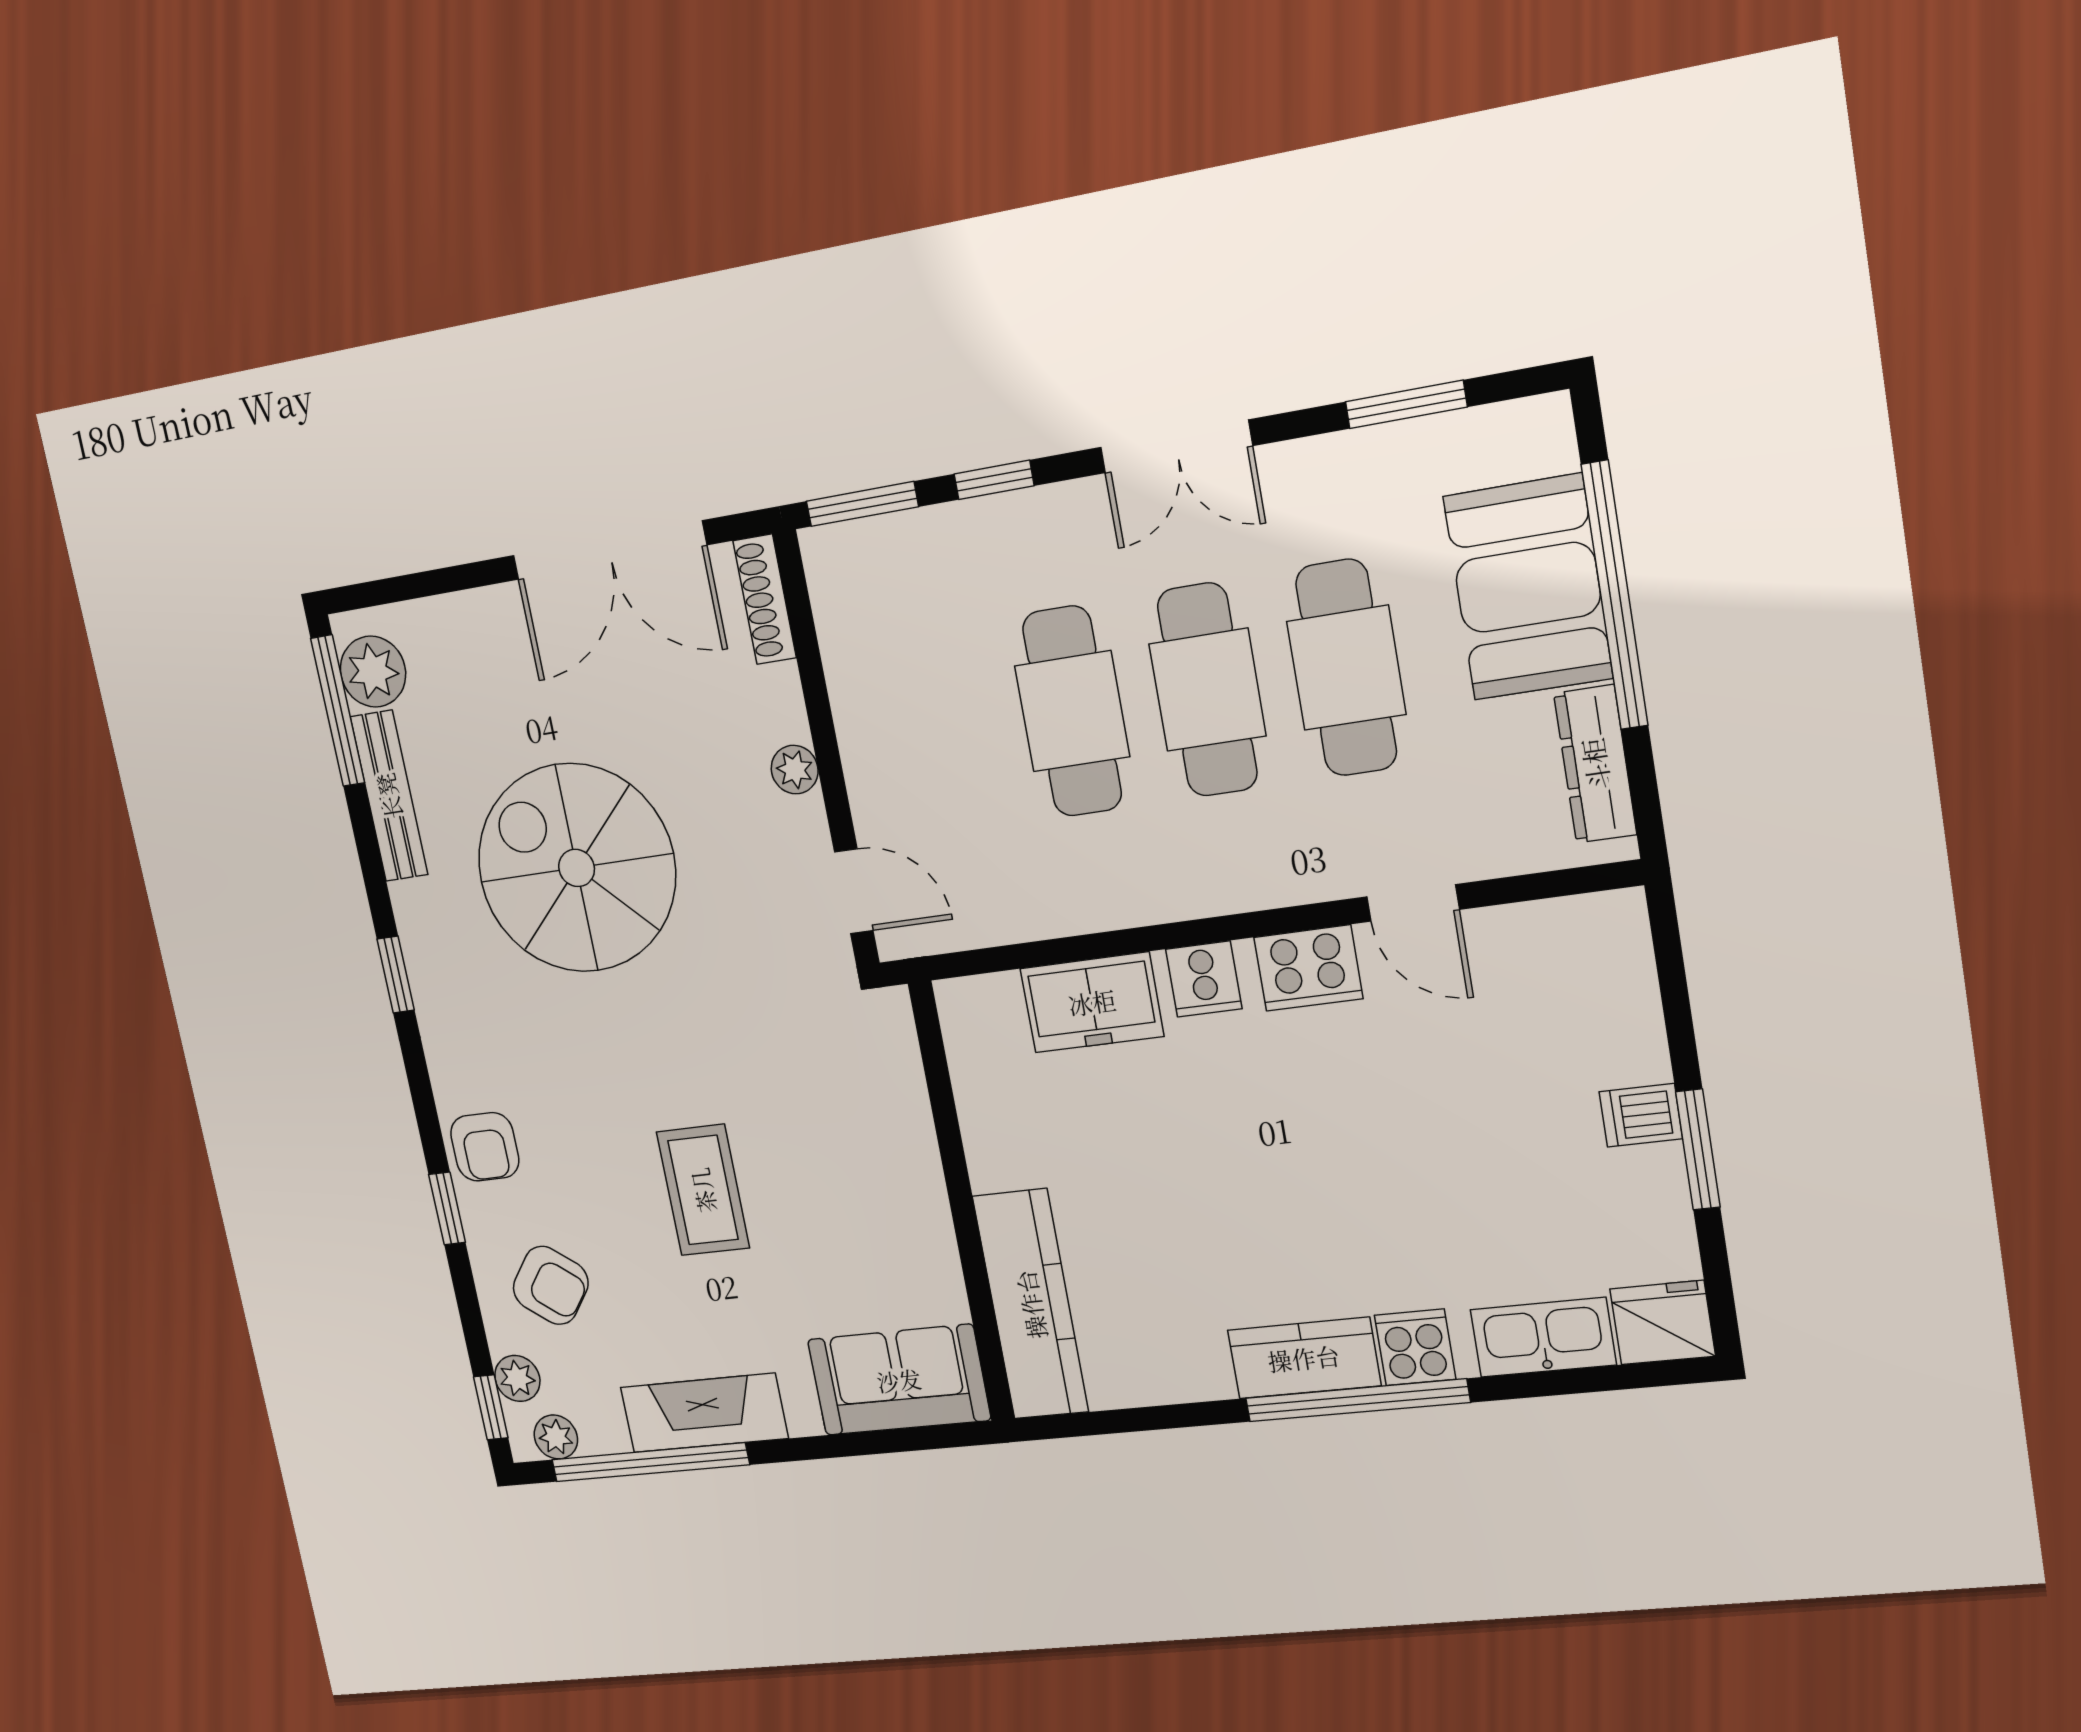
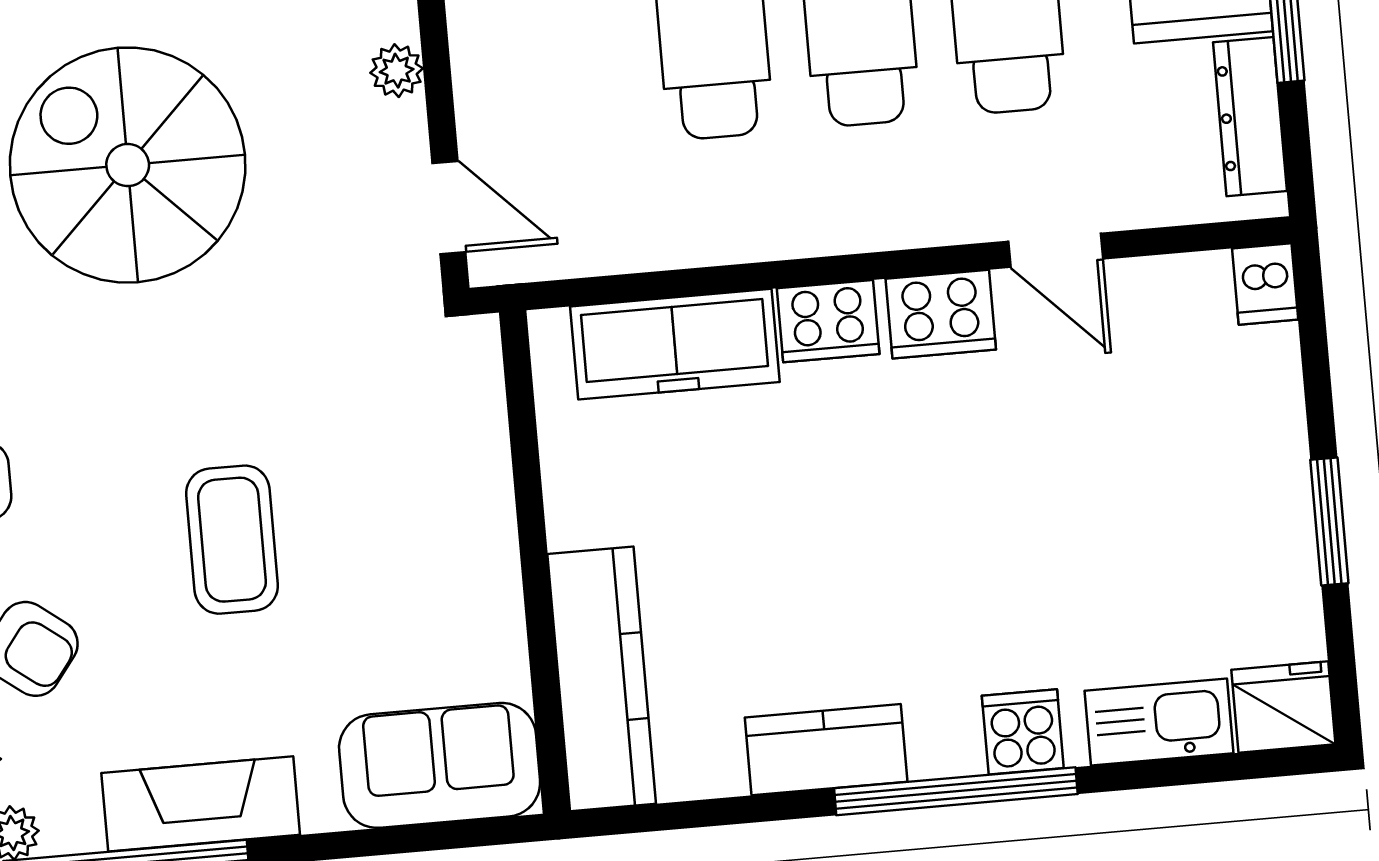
cooker: (1204, 979) -> (828, 321), width x1.36
freezer: (1092, 1002) -> (675, 344), width x1.40
dishwasher: (1641, 1115) -> (1265, 284), moved, turned -90
kitchen counter: (1304, 1358) -> (826, 750), moved

